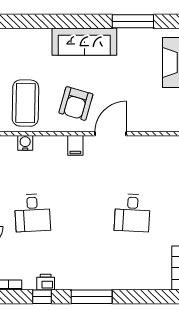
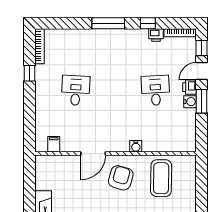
water cooler: (25, 143) -> (136, 146), moved
filing cabinet: (75, 145) -> (54, 144), moved
printer: (46, 282) -> (156, 35), moved

